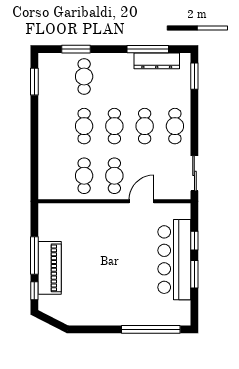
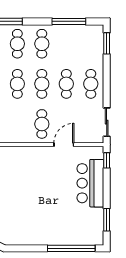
dresser: (157, 61) -> (76, 31), removed
cafe table: (84, 176) -> (42, 44), moved
window: (194, 241) -> (107, 160), moved
bar counter: (174, 260) -> (90, 183), width x0.73
window: (194, 274) -> (107, 220), moved

